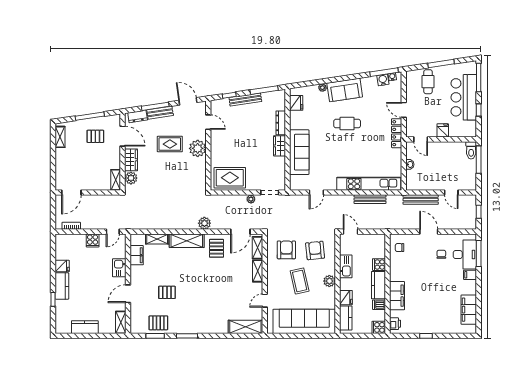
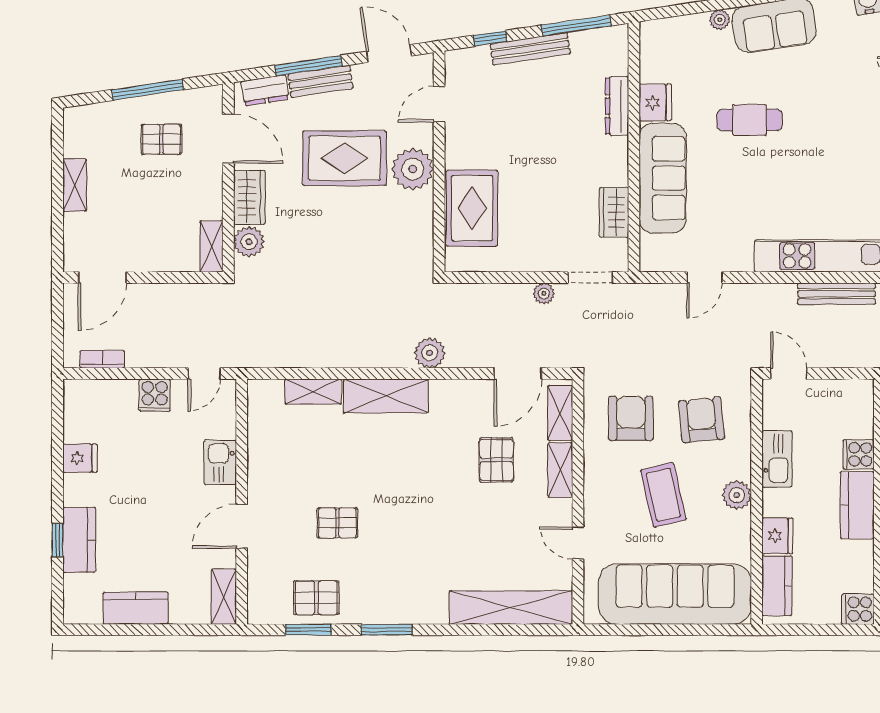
fridge: (296, 103) -> (655, 103), moved
door: (208, 122) -> (439, 104), swing flipped
cafe table: (347, 124) -> (750, 120), moved
shelving: (60, 137) -> (75, 185), moved
rug: (170, 144) -> (344, 158), width x1.36, depth x1.43
wardrobe: (279, 146) -> (614, 212), moved
rug: (230, 178) -> (472, 208), moved, turned 90
pallet: (216, 248) -> (496, 460), moved
filing cabinet: (137, 255) -> (263, 432), removed
kitchen counter: (62, 286) -> (79, 540), moved
door: (265, 301) -> (578, 543), hinge flipped
dishwasher: (379, 305) -> (859, 553), removed
shelving: (245, 327) -> (511, 608), width x1.47

